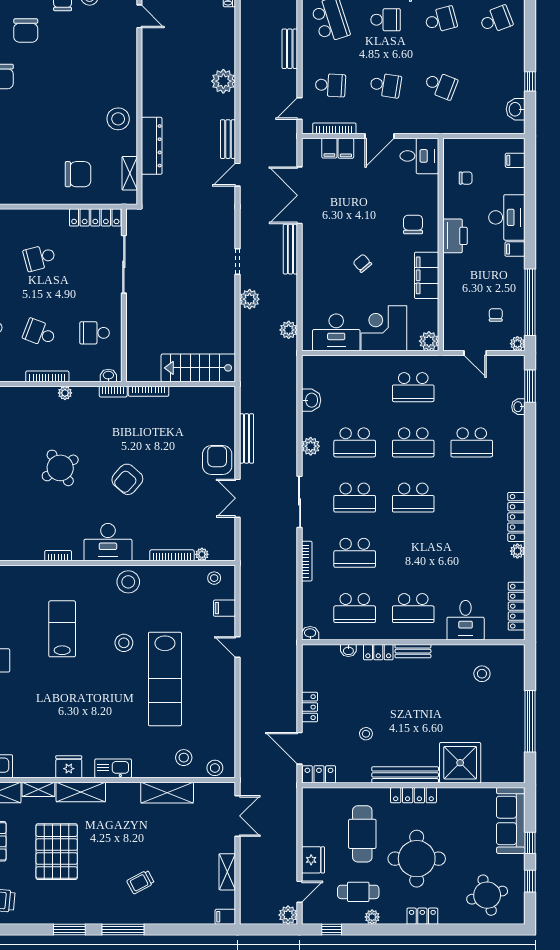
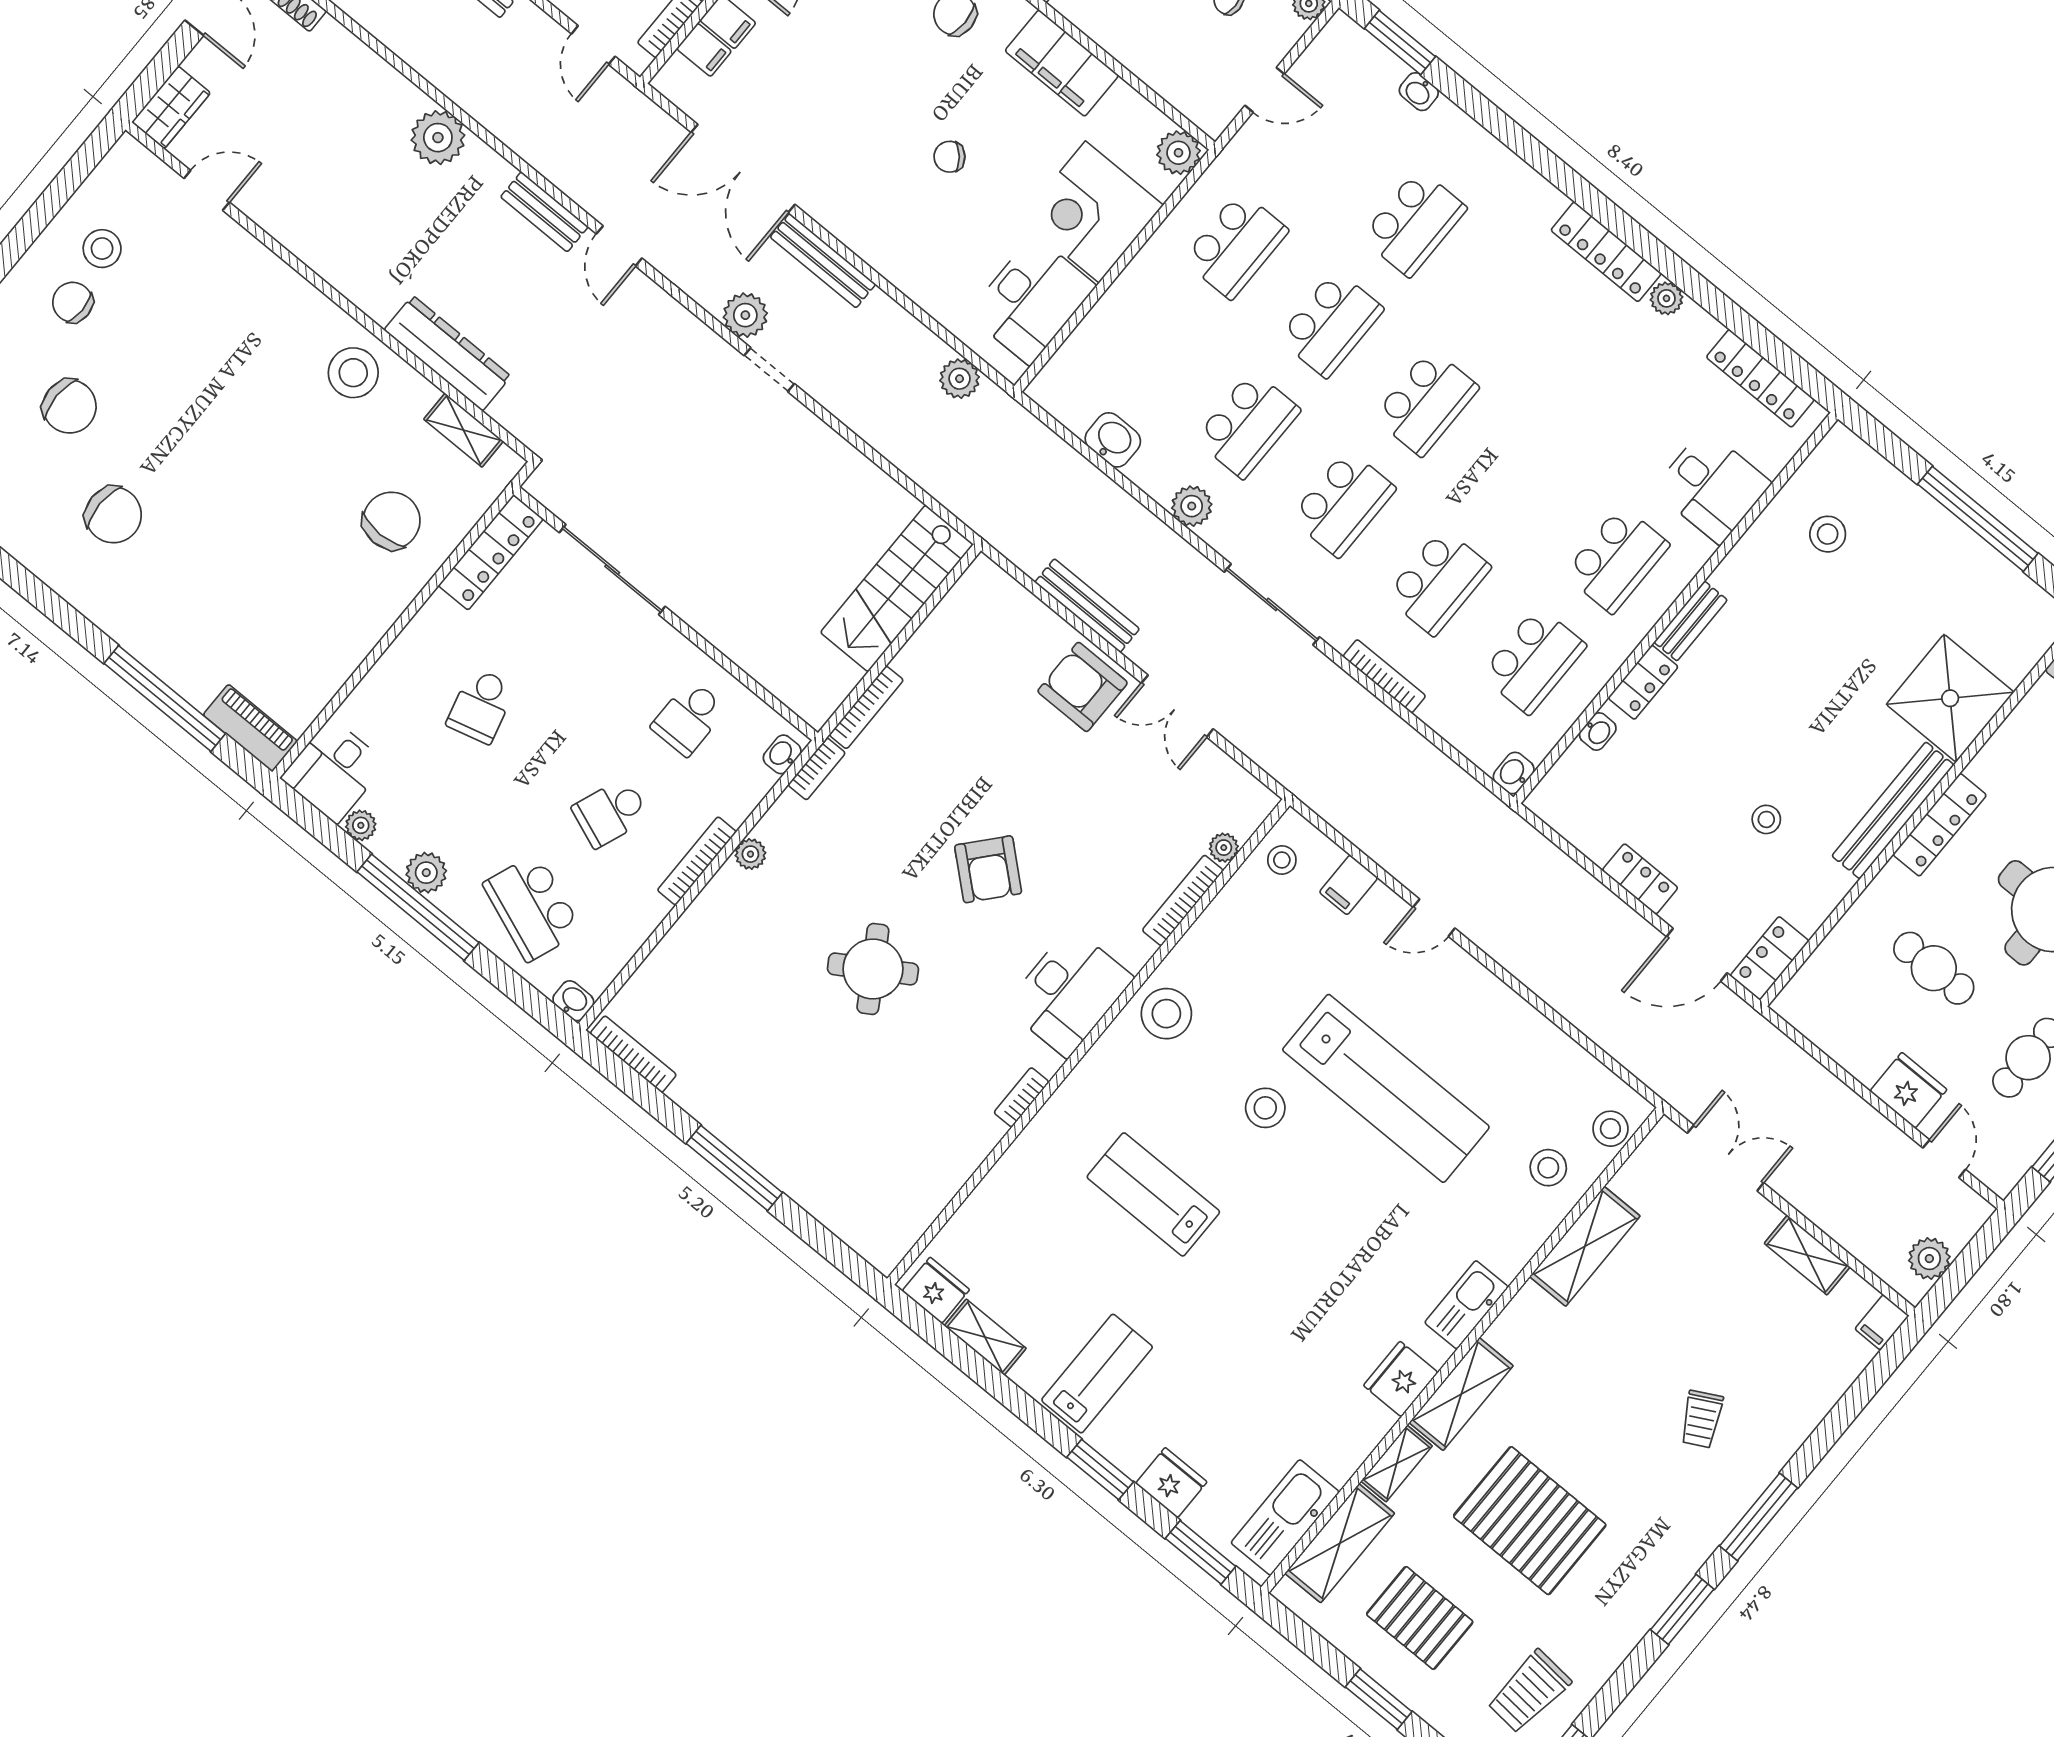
plant: (250, 299) -> (745, 315), moved
cafe table: (362, 834) -> (1934, 968), width x0.73, depth x0.74
plant: (288, 915) -> (1929, 1259), moved

